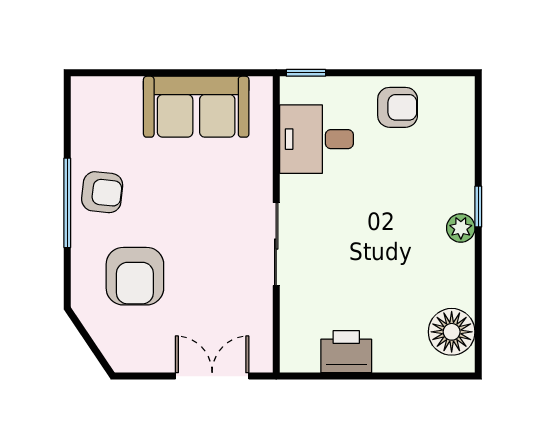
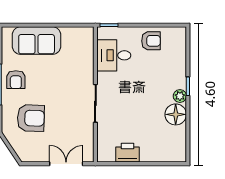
sofa: (196, 107) -> (37, 41), moved
armchair: (102, 192) -> (16, 80), turned 84
armchair: (135, 276) -> (31, 118), turned -88
floor lamp: (452, 332) -> (176, 114), moved

